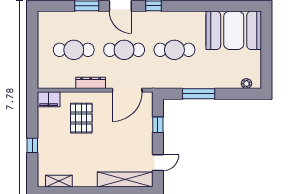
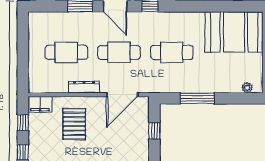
window: (32, 117) -> (23, 123), added

